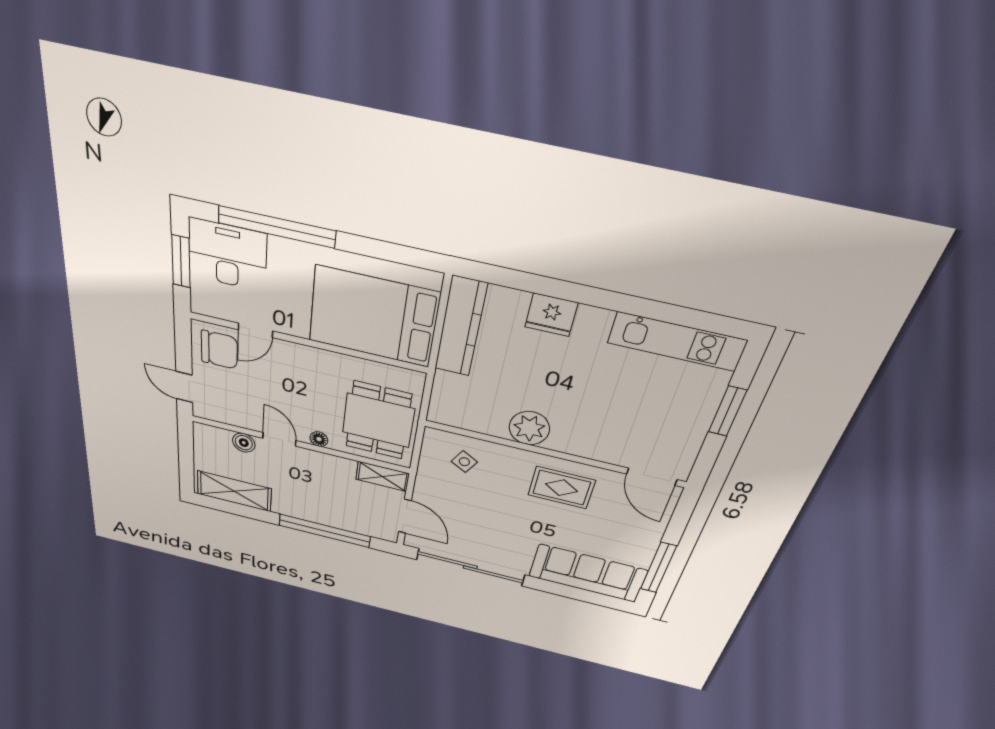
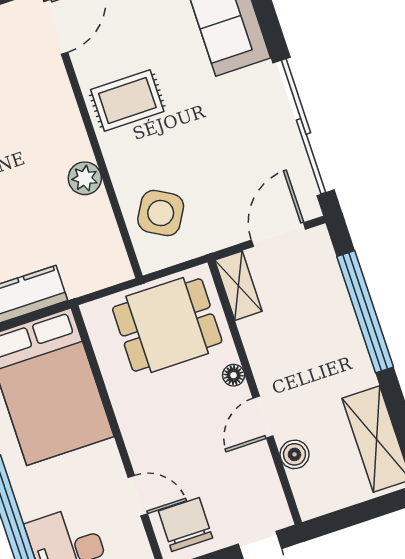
plant: (529, 428) -> (85, 178), width x0.73, depth x0.73
side table: (464, 462) -> (161, 213), width x1.87, depth x1.87
rug: (562, 488) -> (127, 100), turned 90

